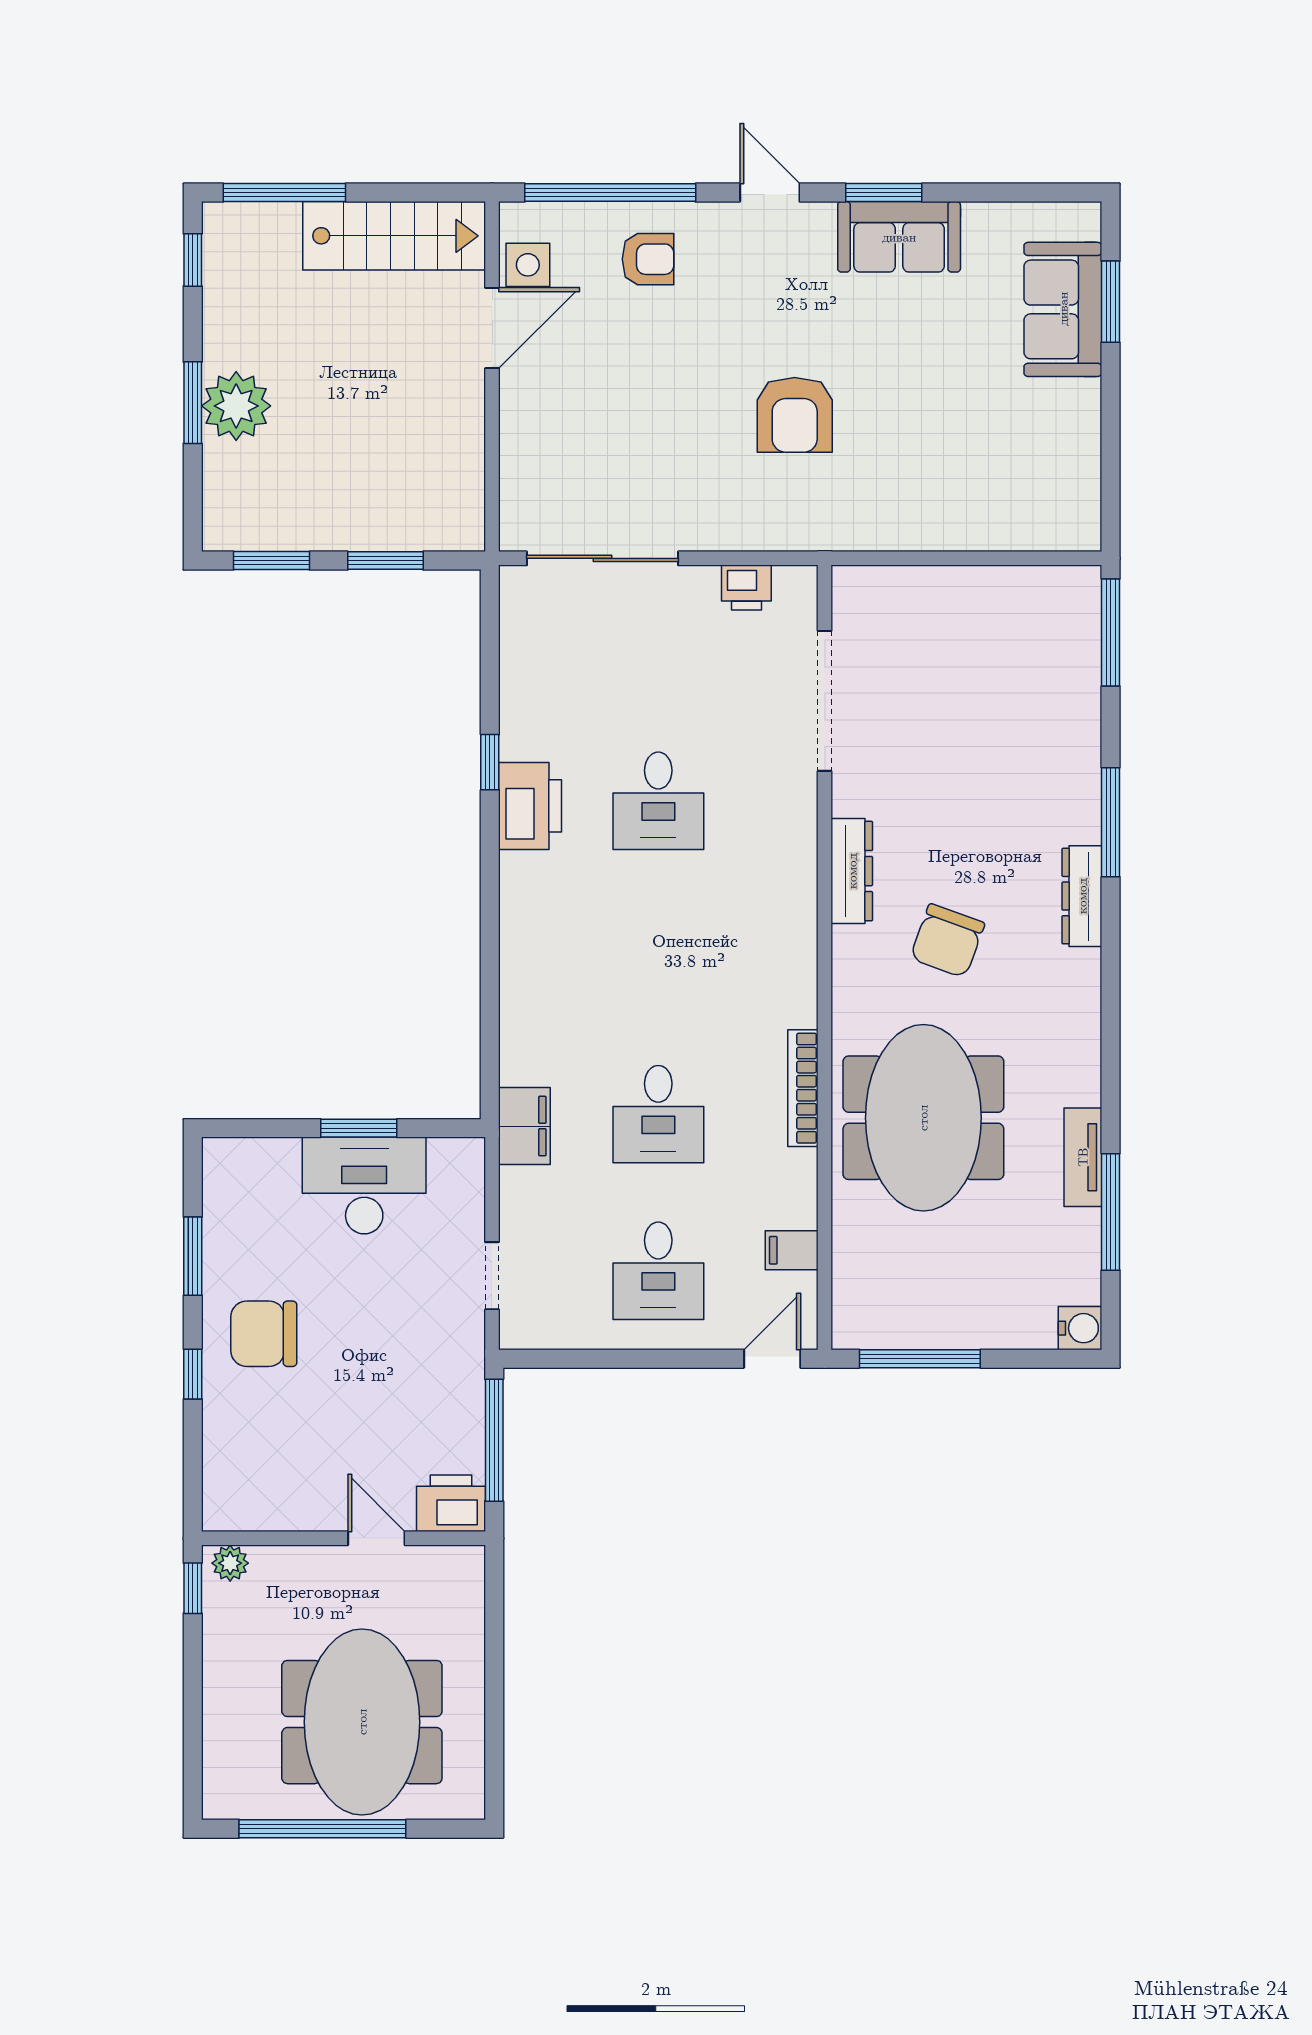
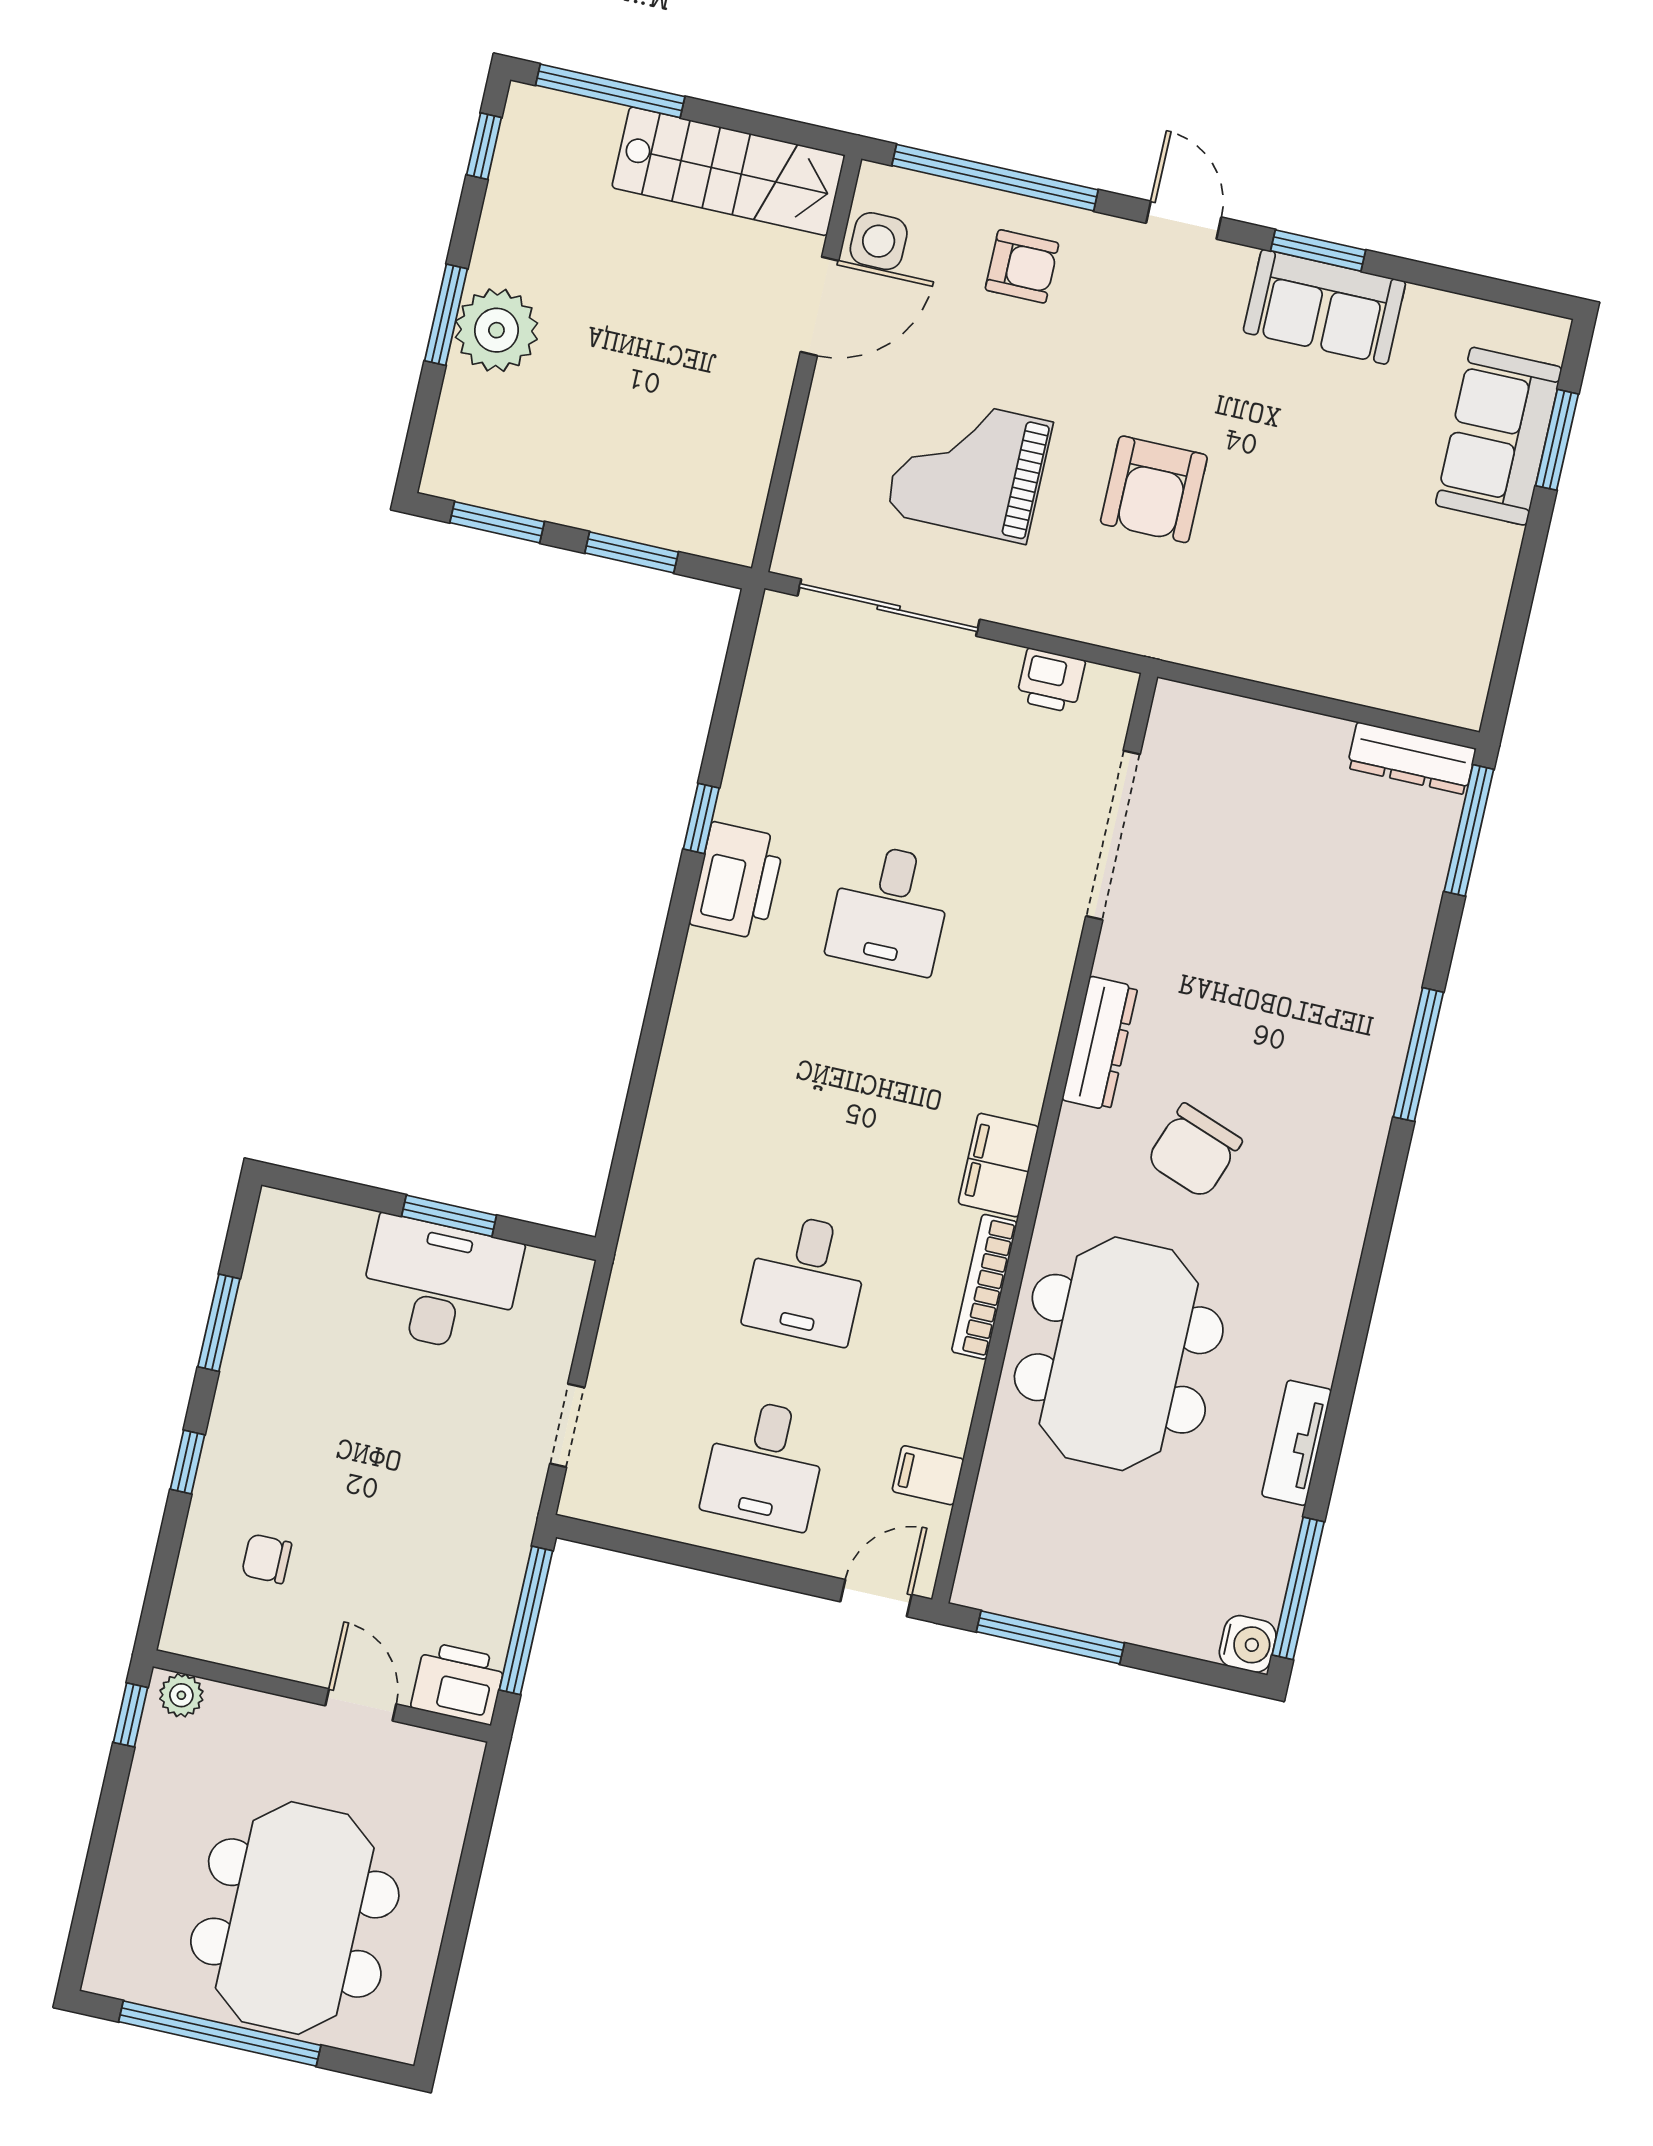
grand piano: (642, 431) -> (969, 468), added
dresser: (1082, 896) -> (1411, 758), moved, turned -90
filing cabinet: (524, 1126) -> (998, 1165), moved, turned 180
window: (1111, 1212) -> (1298, 1588), moved
chair: (264, 1334) -> (267, 1559), moved, width x0.54, depth x0.54

